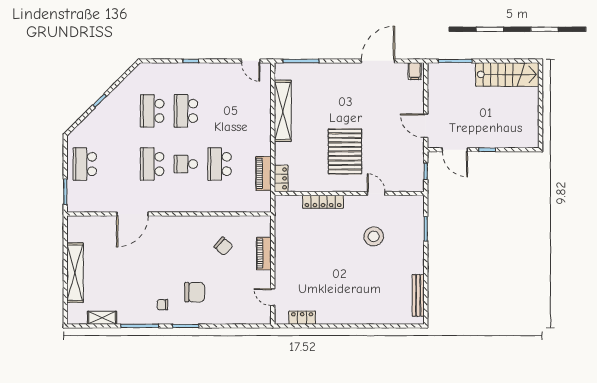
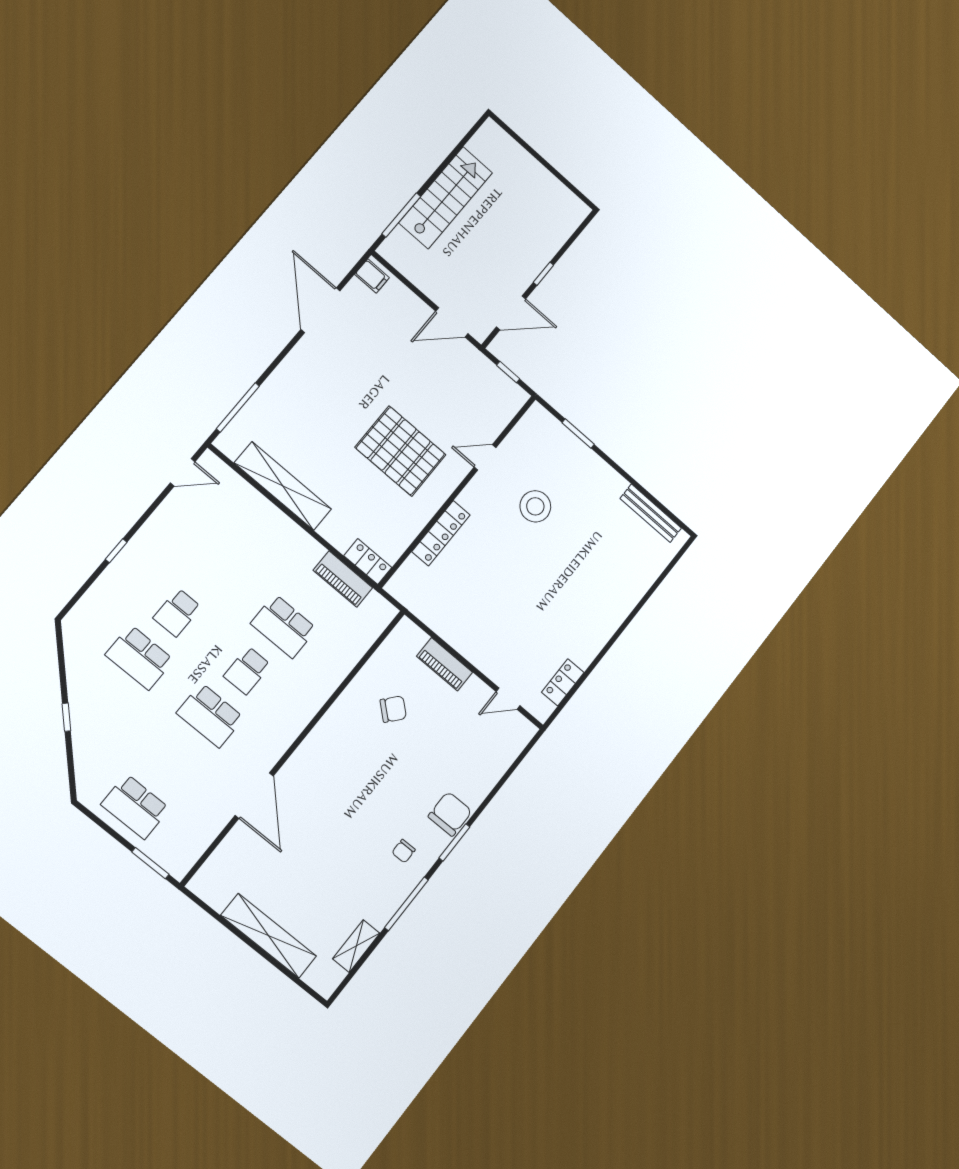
stairs: (507, 74) -> (446, 198), moved
school desk: (186, 111) -> (177, 612), width x0.54
chair: (195, 292) -> (450, 814), moved

